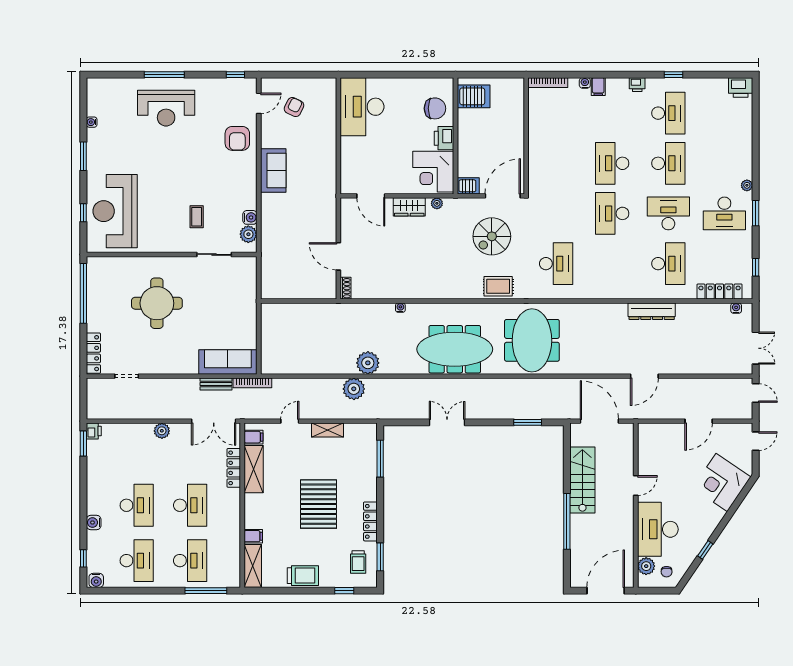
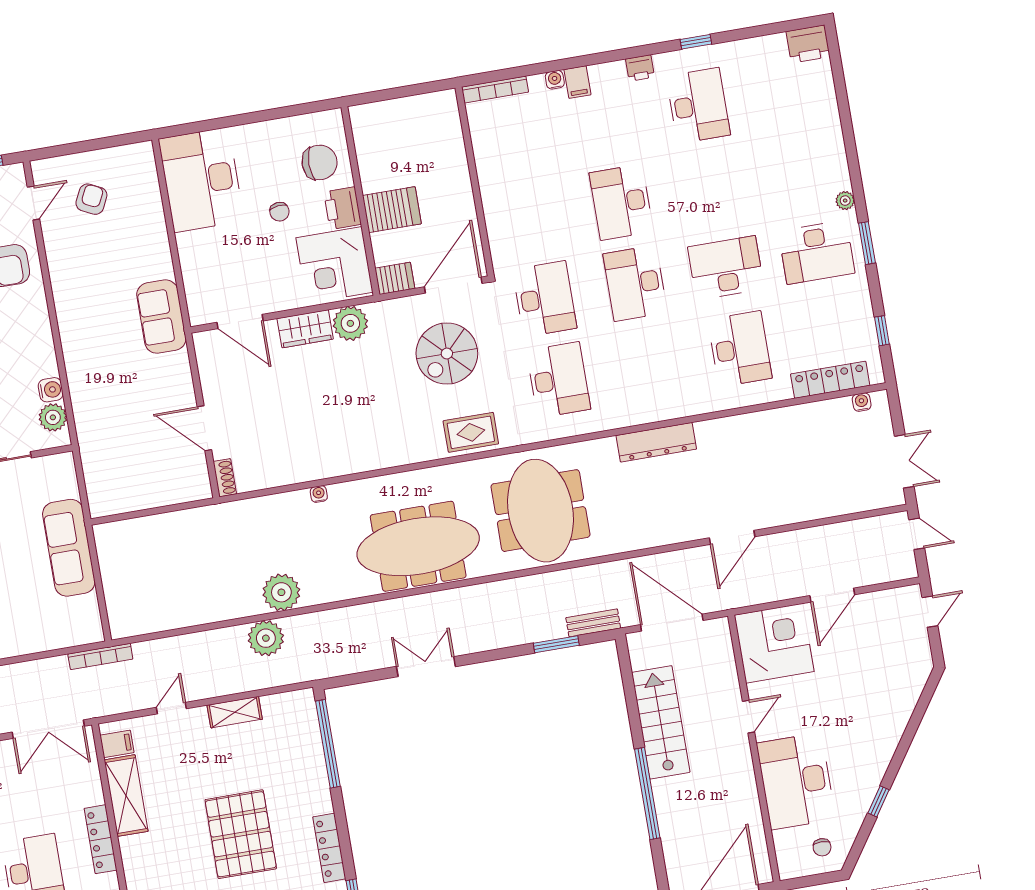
server rack: (474, 96) -> (392, 210), moved
chair: (406, 134) -> (279, 212), added
desk: (668, 163) -> (545, 299), moved
sofa: (273, 170) -> (161, 317), moved, turned 180
plant: (437, 203) -> (350, 323), width x1.88, depth x1.88
dresser: (652, 311) -> (656, 442), moved
sofa: (228, 362) -> (69, 548), moved, turned -90
bench: (216, 384) -> (593, 623), moved
window: (380, 459) -> (328, 744), width x1.46
locker: (234, 468) -> (101, 839), moved
corner desk: (722, 482) -> (774, 643), moved, turned 146
plant: (646, 566) -> (788, 844), removed

